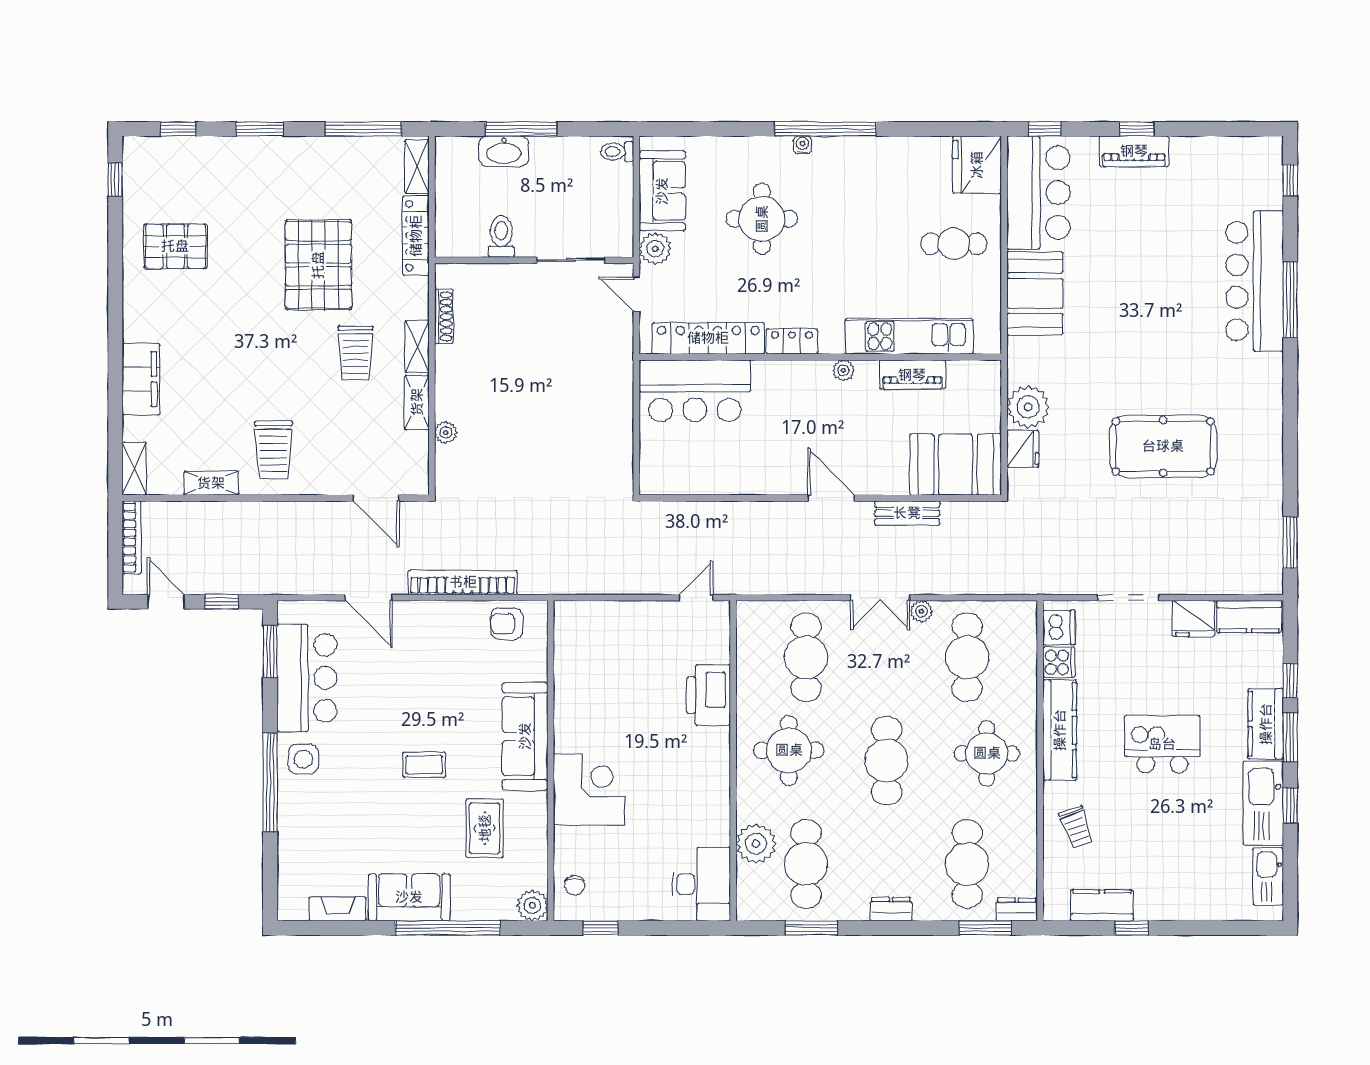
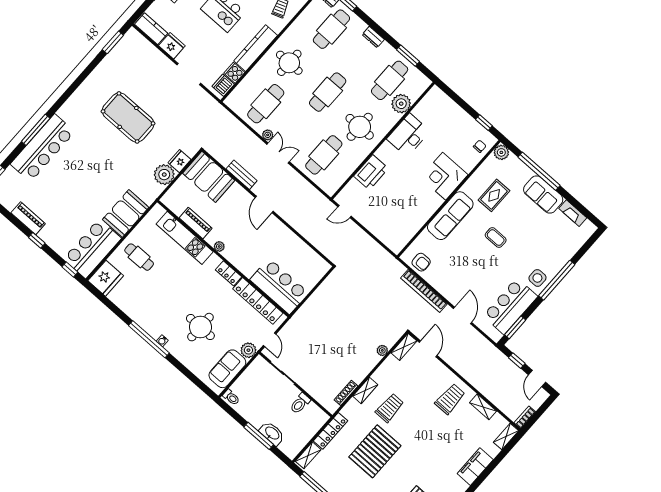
piano: (1134, 151) -> (28, 218), moved
shelving: (417, 402) -> (404, 347), moved
bookcase: (132, 537) -> (525, 417), width x0.64
desk: (701, 884) -> (408, 135), moved

